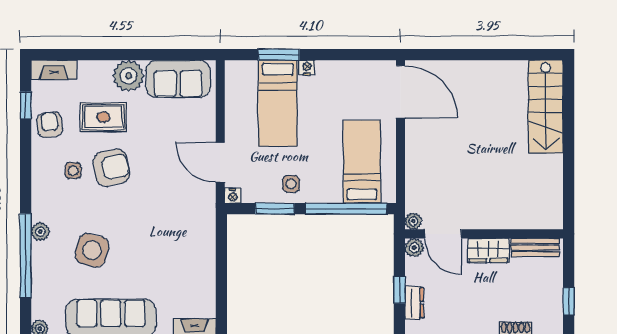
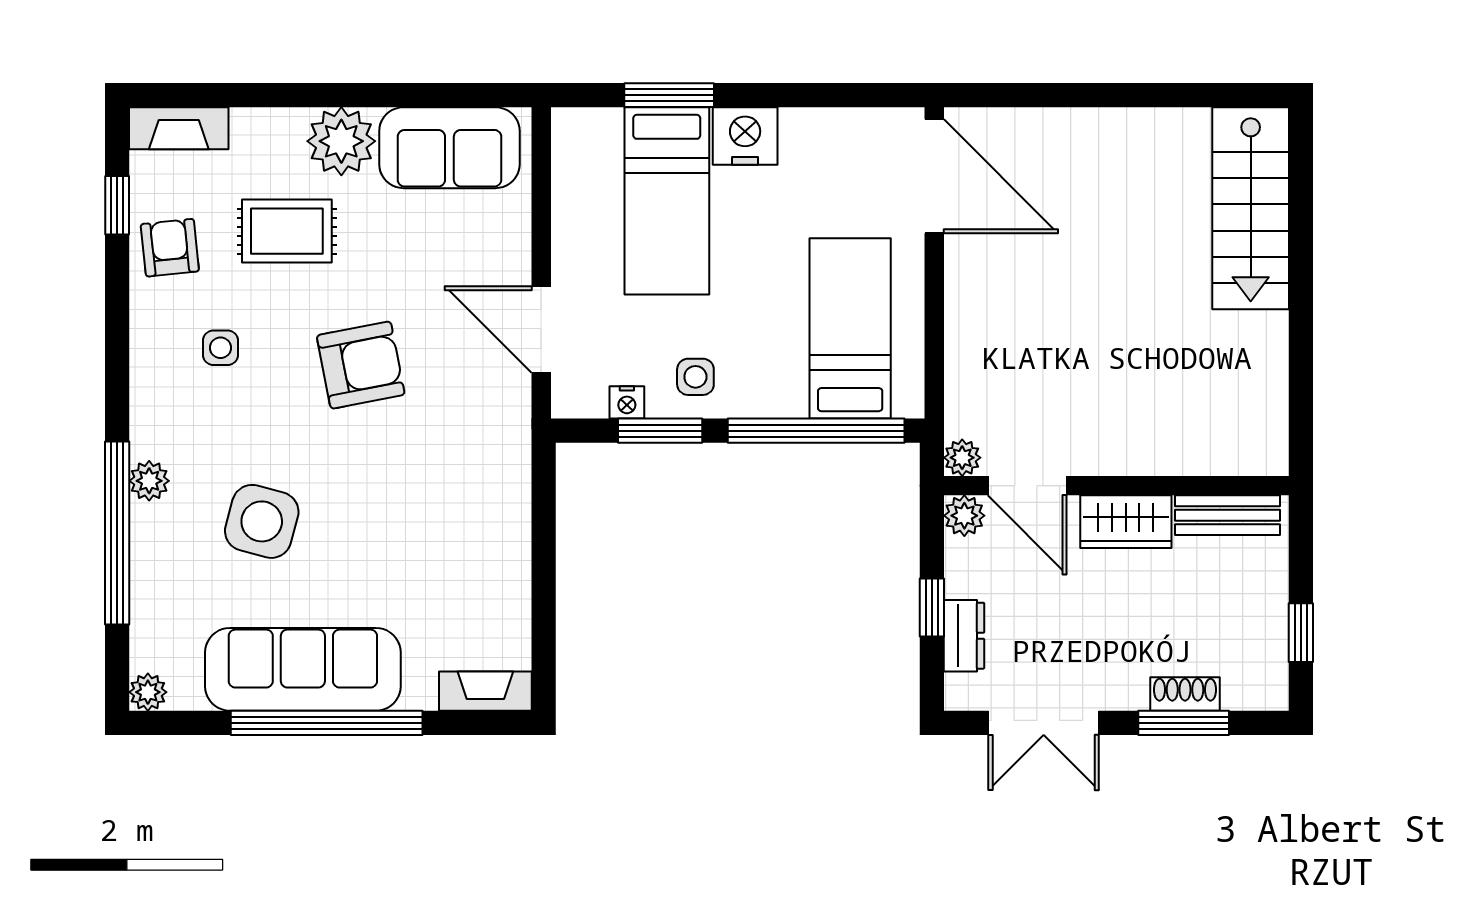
nightstand: (307, 68) -> (745, 136), width x1.89, depth x1.79
armchair: (111, 168) -> (361, 365), moved
nightstand: (233, 196) -> (627, 402), moved

